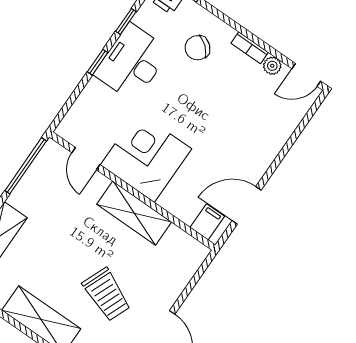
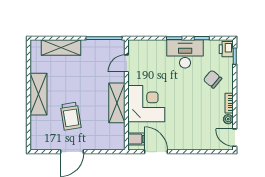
corner desk: (146, 157) -> (146, 104), moved
trolley: (107, 294) -> (71, 116), turned -31

